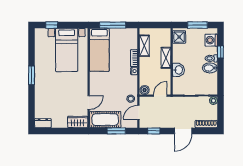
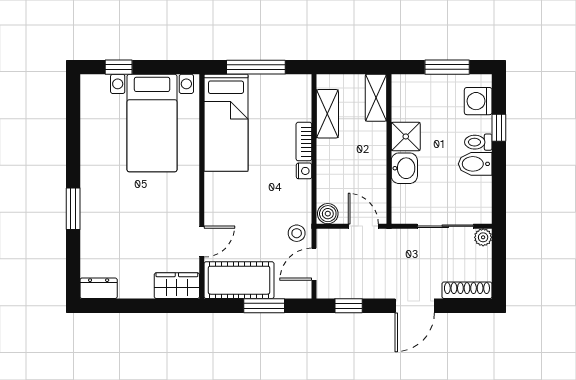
shower: (179, 37) -> (406, 136), moved
shelving: (166, 58) -> (376, 98), moved
window: (32, 75) -> (73, 209), moved
door: (160, 96) -> (363, 226), hinge flipped

